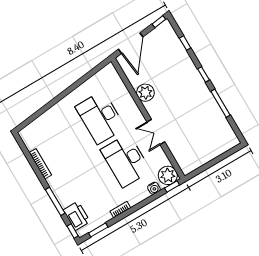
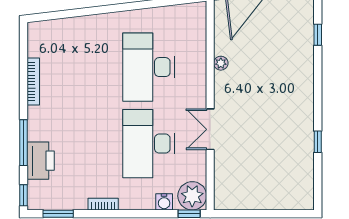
window: (204, 74) -> (318, 90), removed
plant: (145, 93) -> (221, 63), width x0.53, depth x0.53
window: (221, 103) -> (318, 142), width x0.46
printer: (77, 216) -> (41, 161), moved

